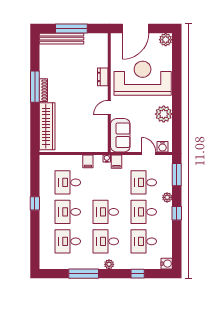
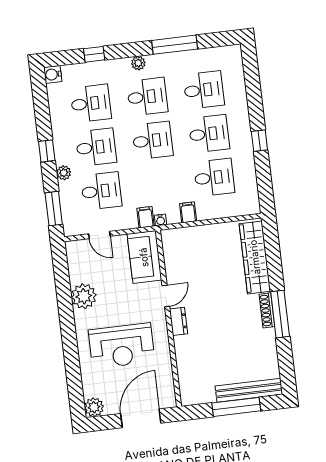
dresser: (103, 77) -> (179, 321), moved
reception desk: (143, 78) -> (122, 346), width x0.74, depth x0.77
water cooler: (163, 147) -> (80, 247), removed

